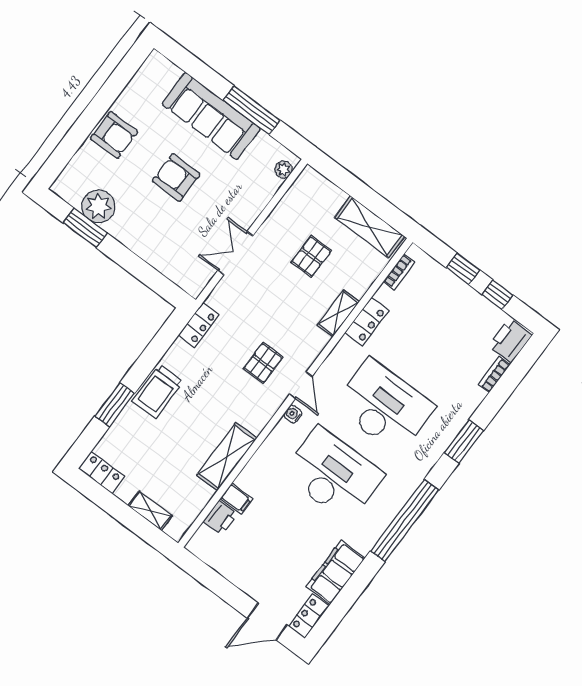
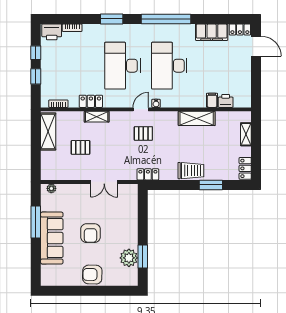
armchair: (114, 135) -> (92, 275), turned -89

